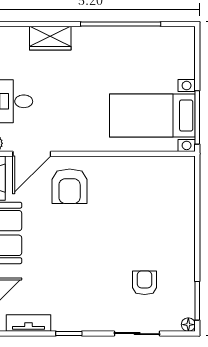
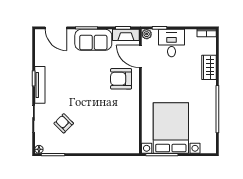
bed with nightstands: (152, 115) -> (171, 128), width x1.36
armchair: (145, 283) -> (64, 123), turned -135
tv unit: (29, 323) -> (40, 85), moved, width x1.41

